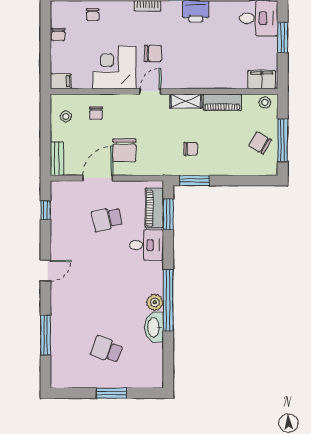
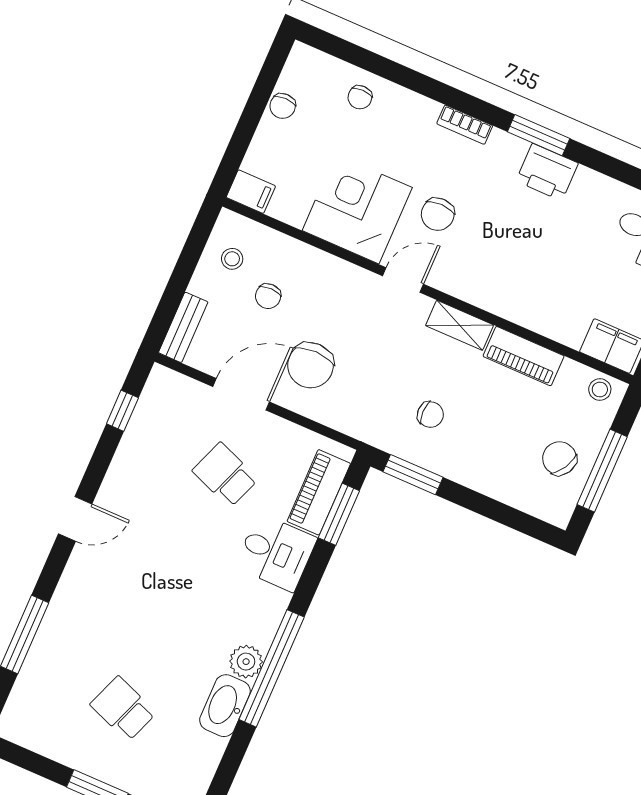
chair: (153, 53) -> (438, 214), turned 90
chair: (96, 113) -> (268, 296), moved
school desk: (107, 219) -> (225, 475), turned 33

